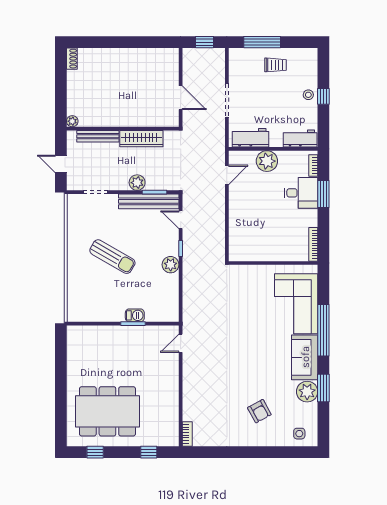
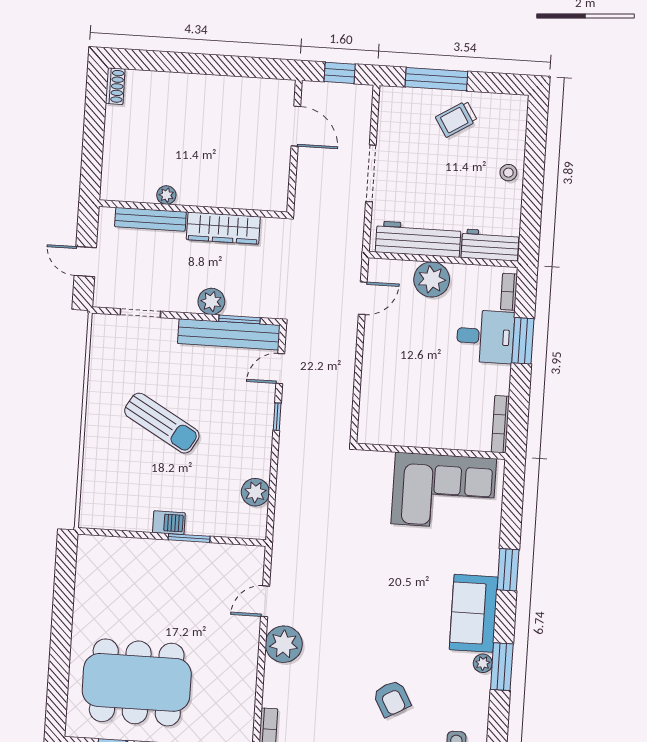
trolley: (275, 65) -> (456, 119), turned 148
window: (323, 96) -> (533, 177), removed
door: (181, 98) -> (296, 126), moved
plant: (72, 121) -> (166, 195), moved
workbench: (251, 138) -> (418, 239), width x1.37
door: (181, 220) -> (280, 369), hinge flipped
plant: (171, 265) -> (255, 492), moved
corner sofa: (296, 304) -> (444, 491), moved, turned -90
barbecue: (135, 315) -> (169, 523), moved
window: (323, 330) -> (508, 570), width x0.47
door: (181, 343) -> (265, 601), moved
plant: (193, 383) -> (284, 644), added
plant: (307, 392) -> (483, 663), width x0.53, depth x0.53

